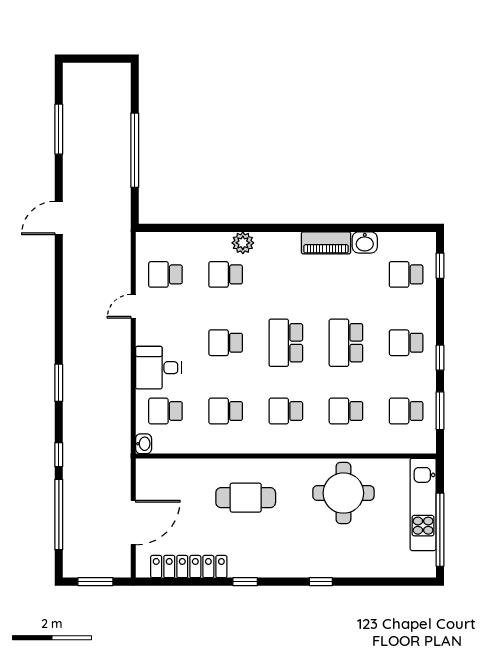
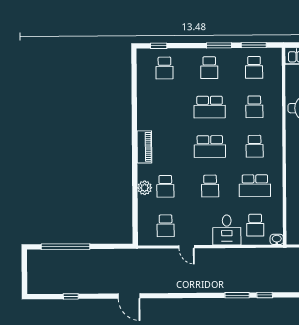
window: (59, 129) -> (71, 296), width x0.46
window: (135, 150) -> (65, 247), moved
washbasin: (365, 242) -> (144, 95), removed
plant: (243, 243) -> (145, 188), moved
piano: (326, 243) -> (144, 147), moved
window: (440, 358) -> (219, 45), width x1.50
school desk: (226, 411) -> (255, 186), width x1.85
window: (59, 455) -> (265, 295), moved

